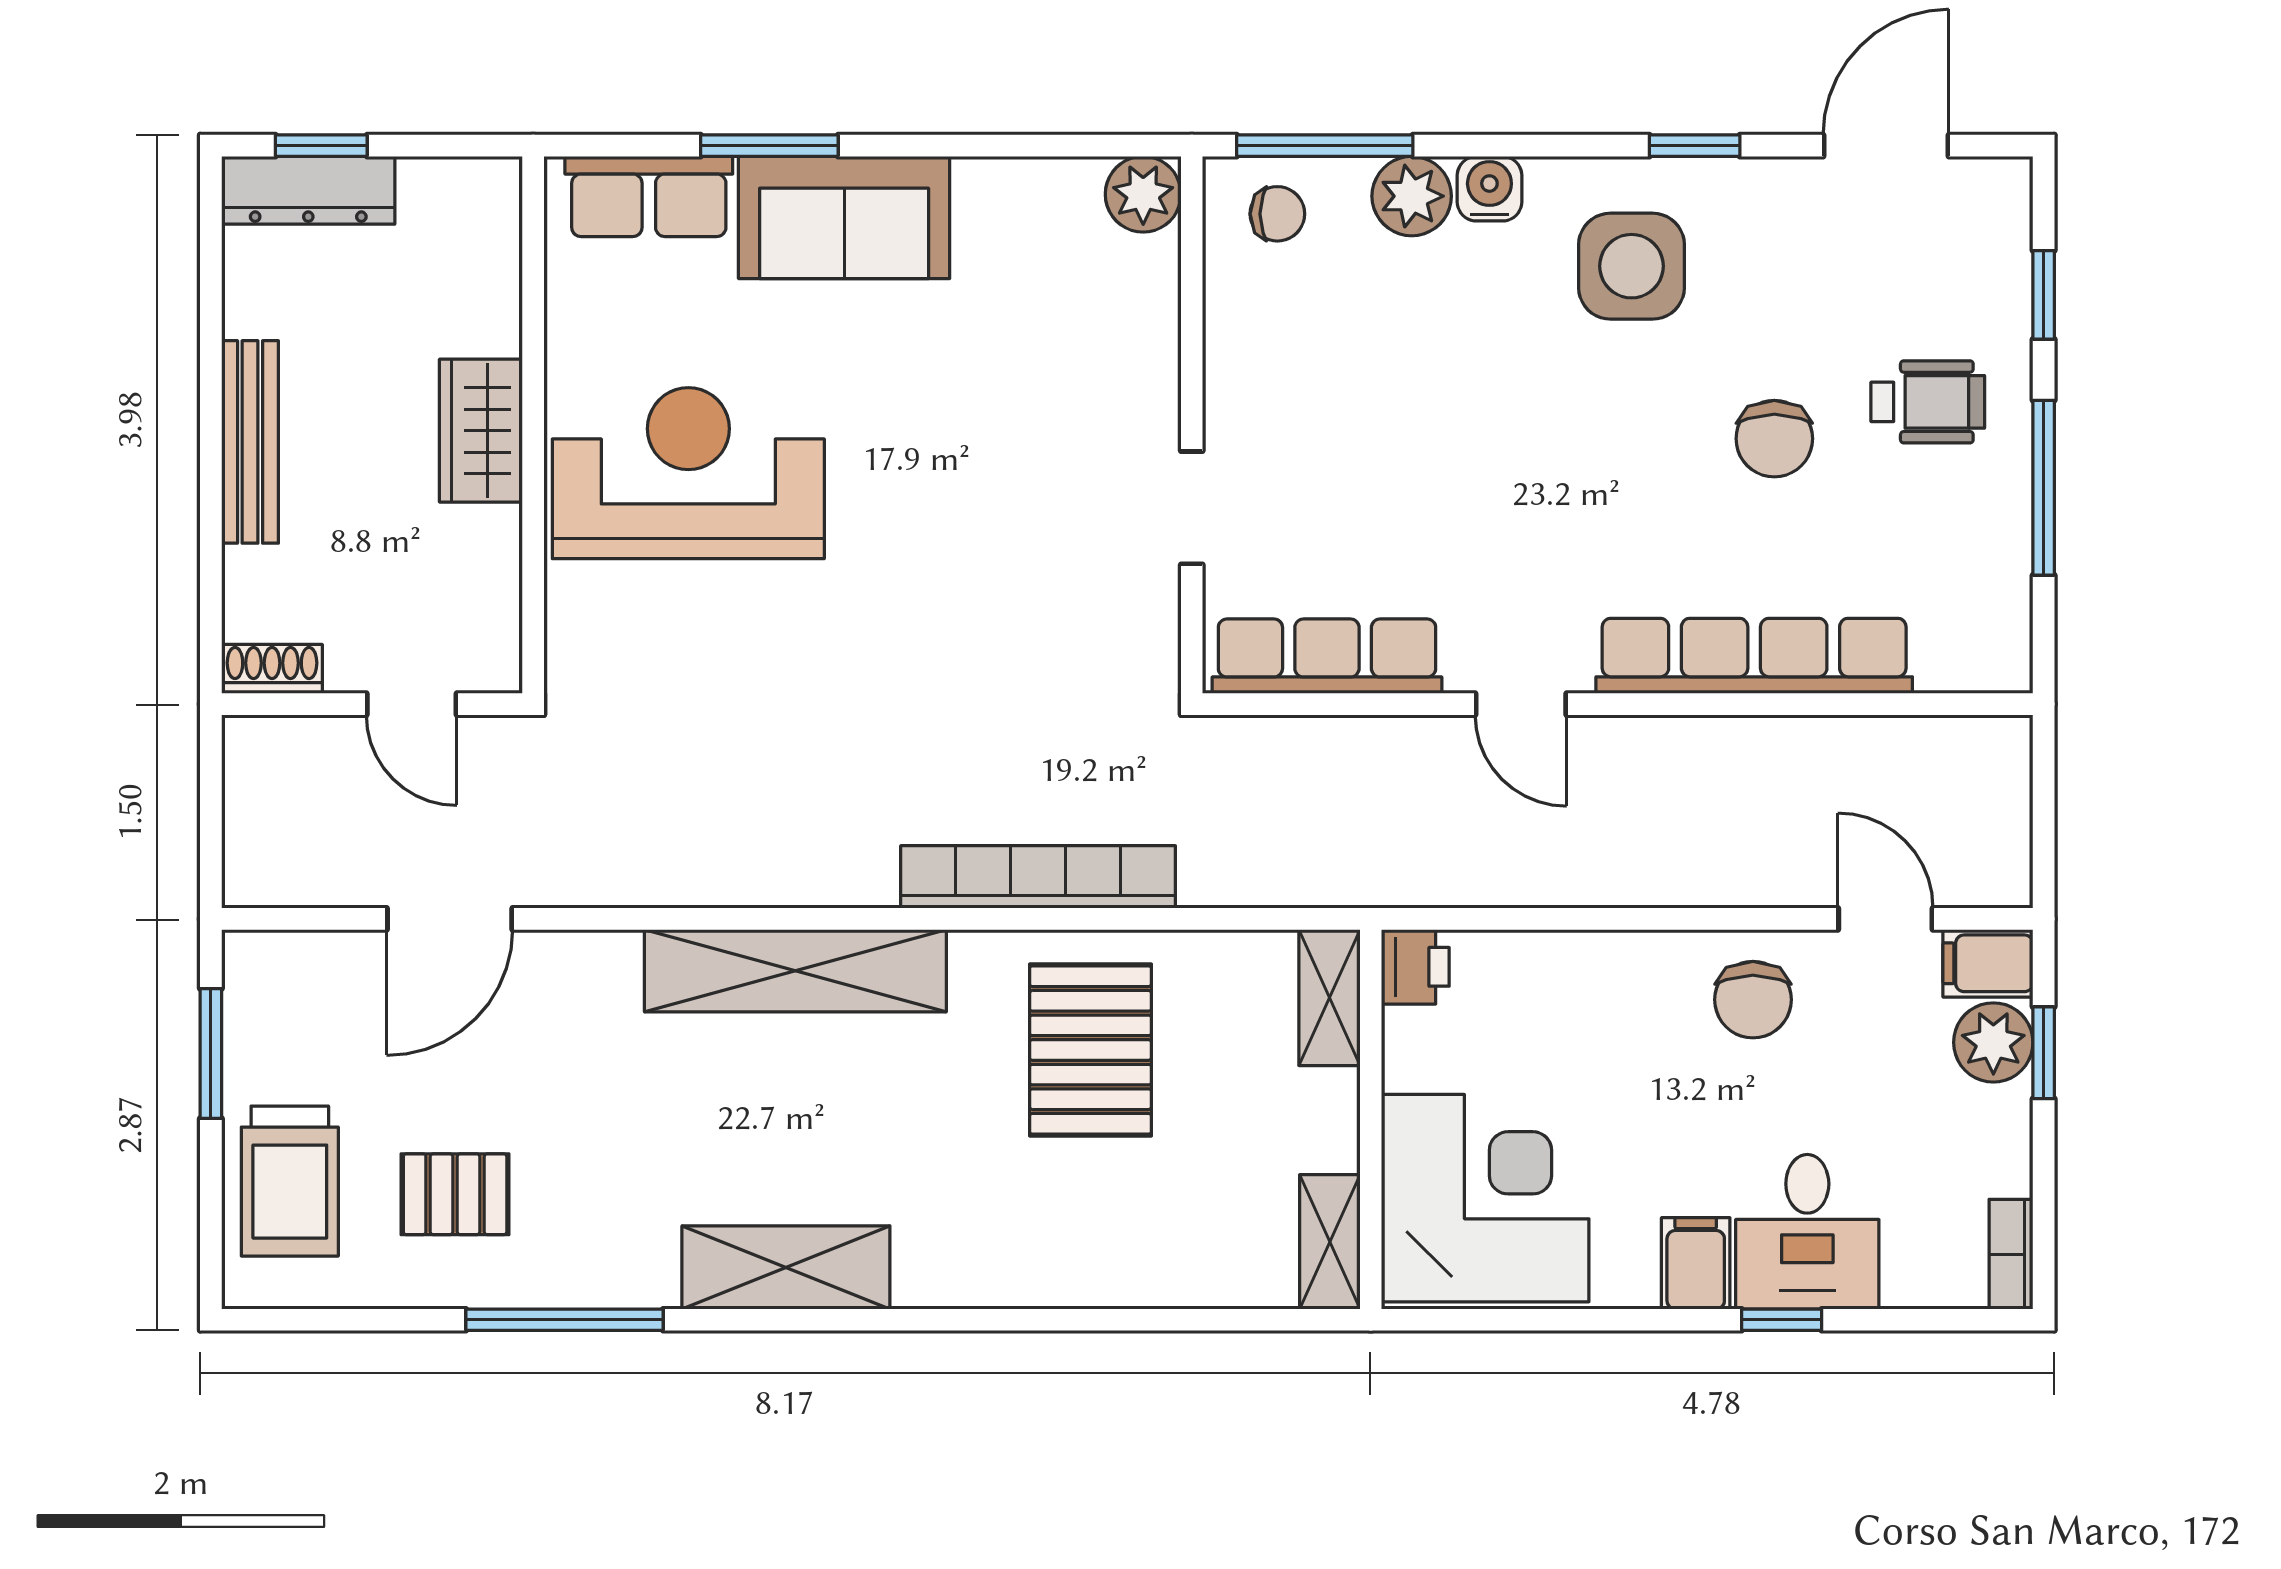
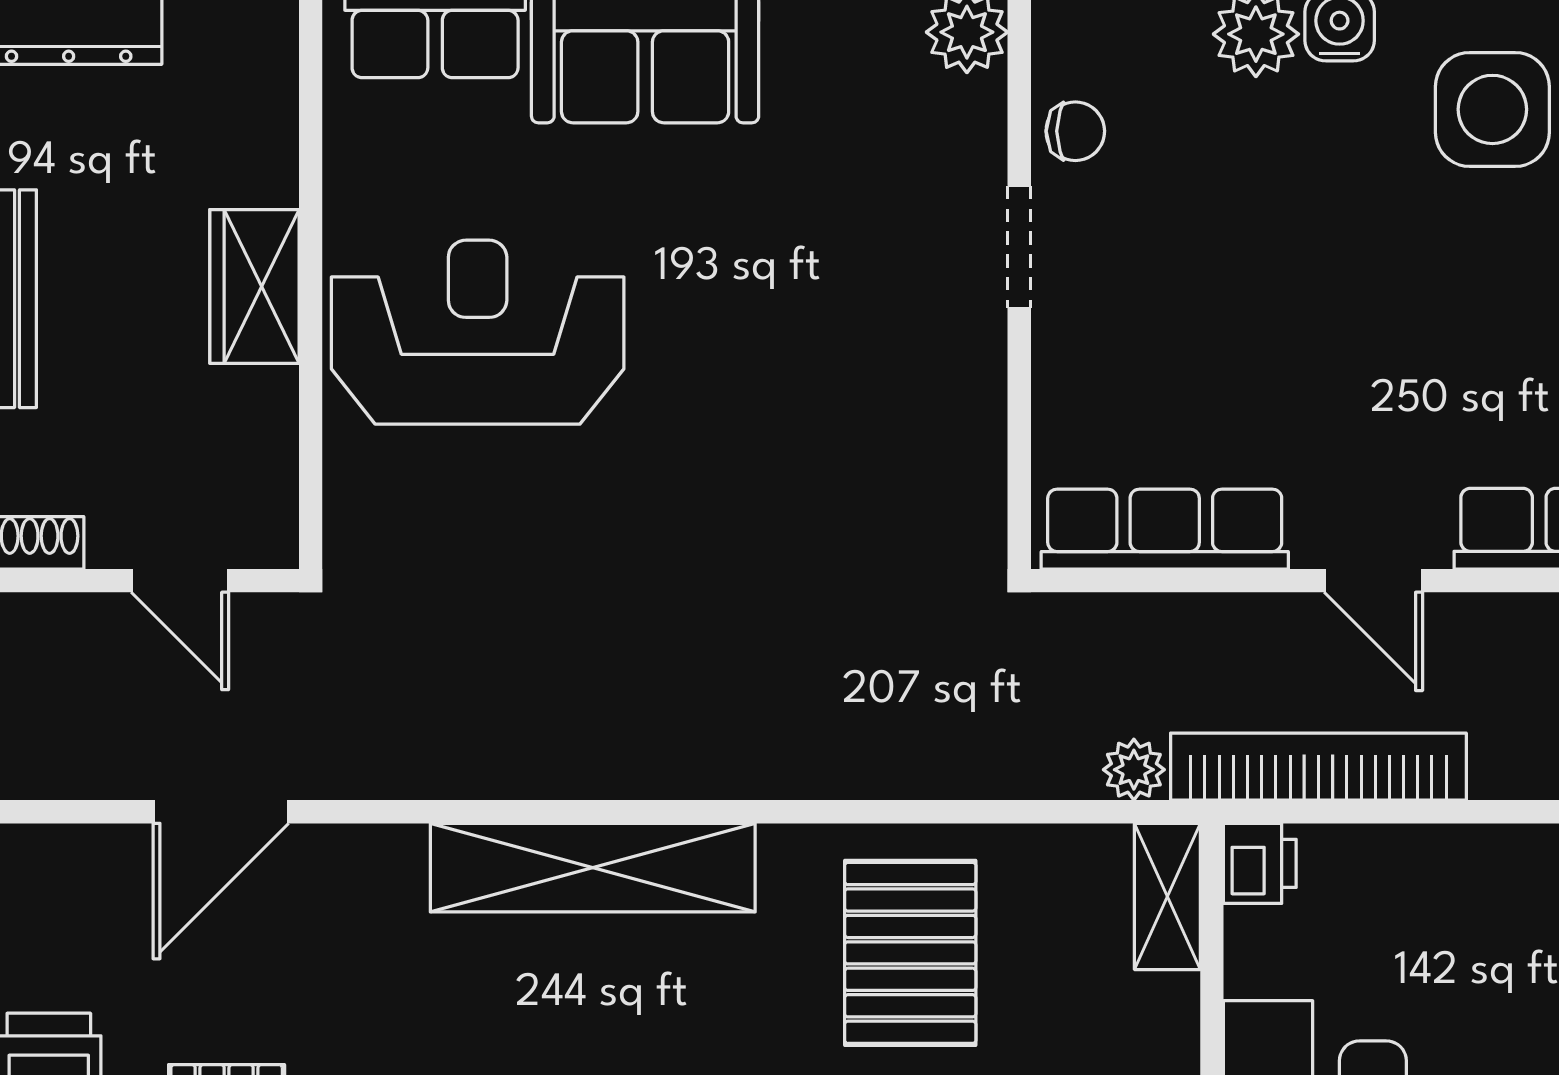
chair: (1277, 214) -> (1075, 131), moved
doorway: (1192, 508) -> (1019, 247), moved
bookcase: (1038, 877) -> (1318, 767), moved
plant: (1298, 880) -> (1134, 770), added

